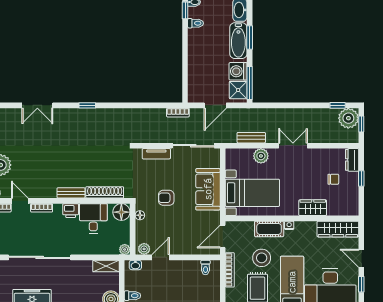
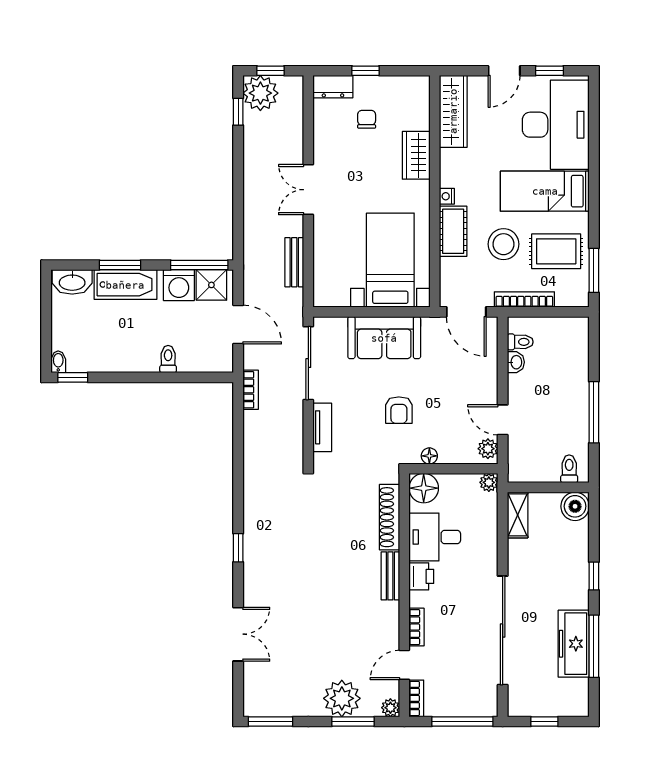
toilet: (196, 23) -> (168, 359), moved
plant: (261, 156) -> (326, 245), removed
washbasin: (135, 265) -> (516, 362), moved

